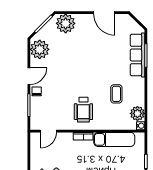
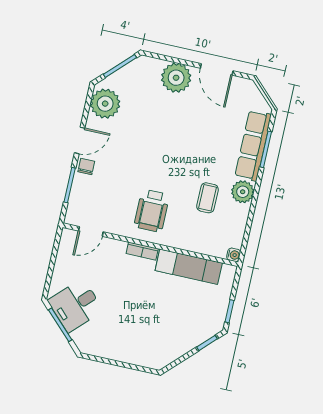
plant: (66, 23) -> (176, 78), moved
plant: (137, 113) -> (243, 192), moved

